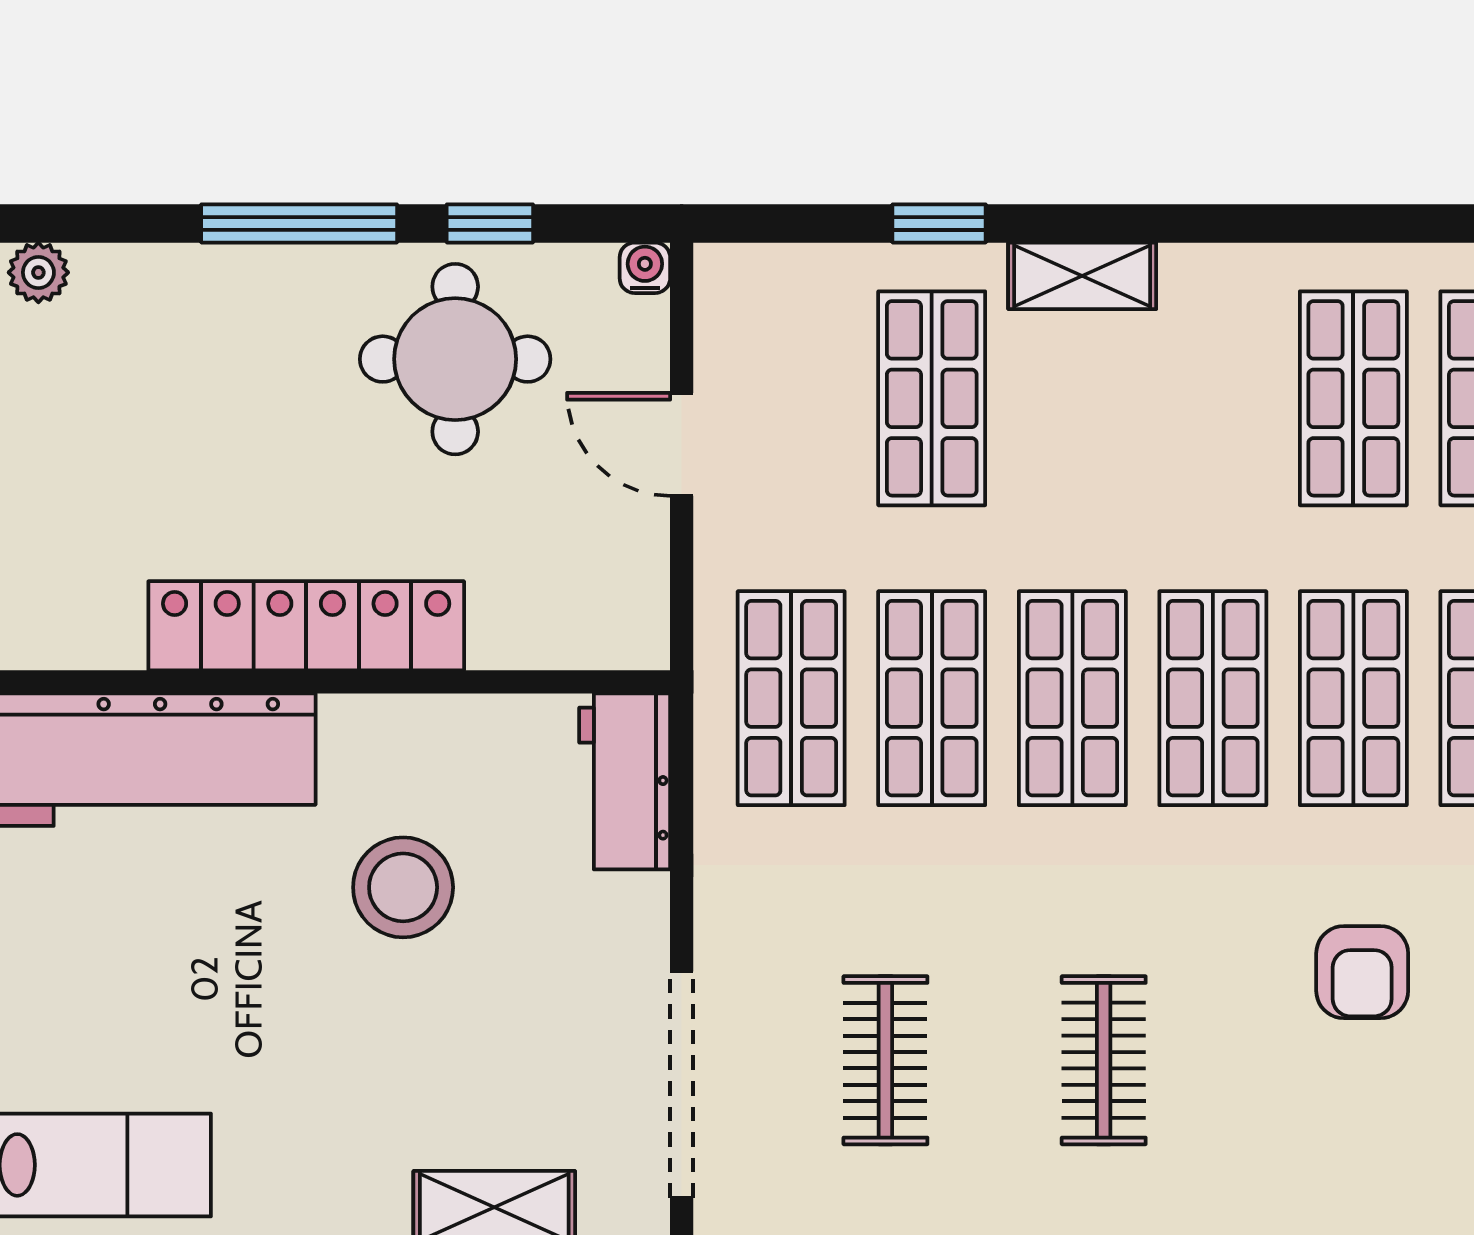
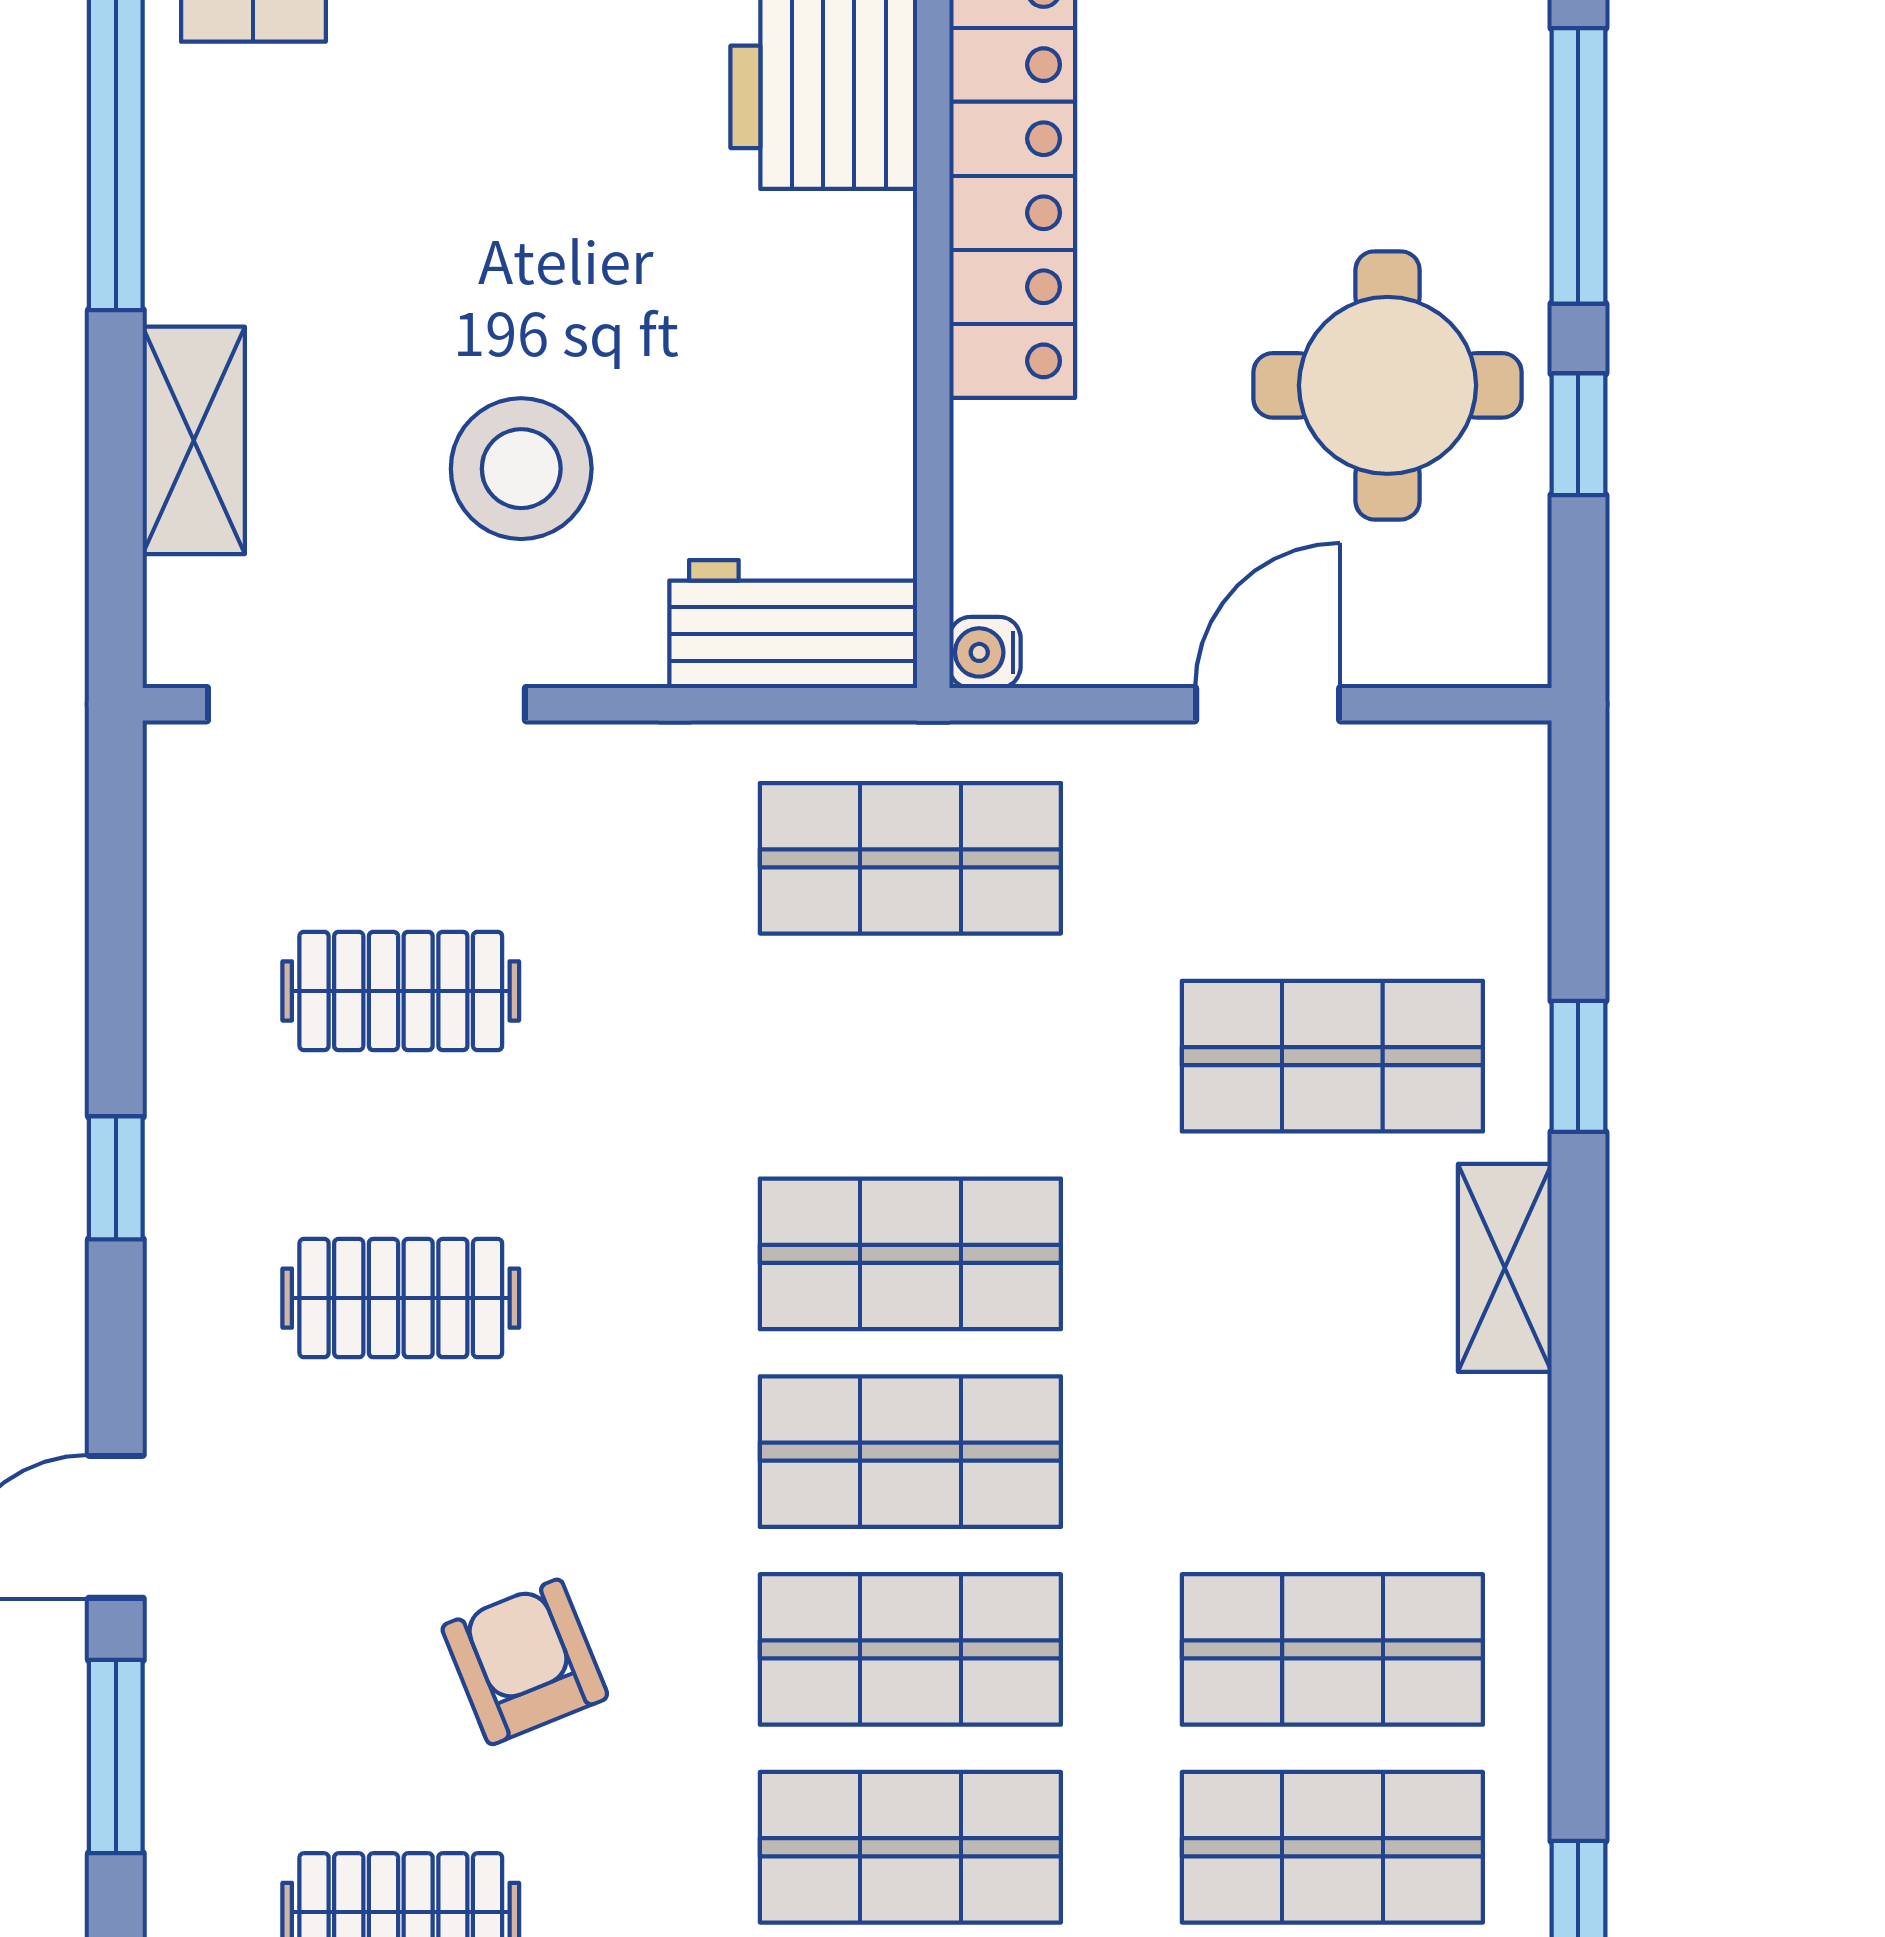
water cooler: (645, 268) -> (985, 652), moved, turned 180
shop shelf: (932, 698) -> (910, 1056), removed
stool: (403, 887) -> (521, 469), moved
armchair: (1362, 972) -> (525, 1662), turned 68

